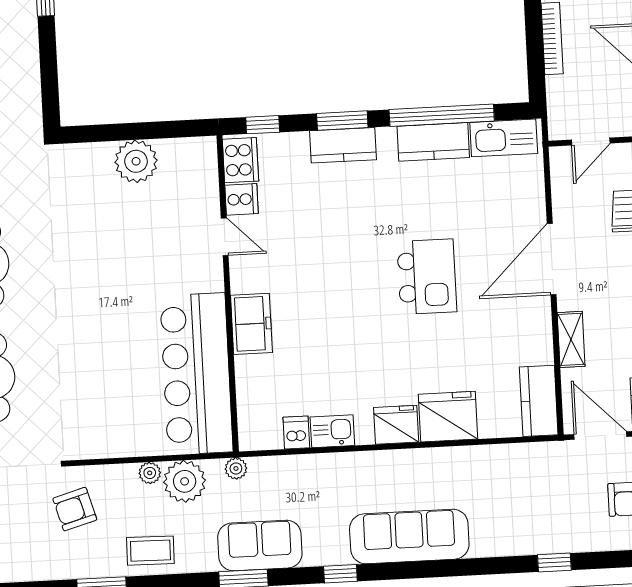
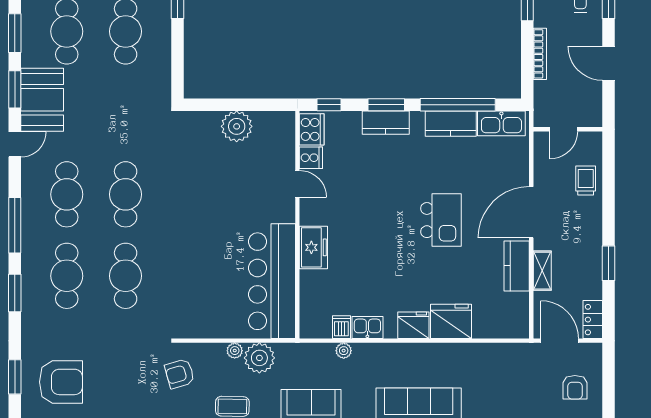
kitchen counter: (539, 401) -> (517, 266), moved
plant: (236, 468) -> (344, 351), moved

